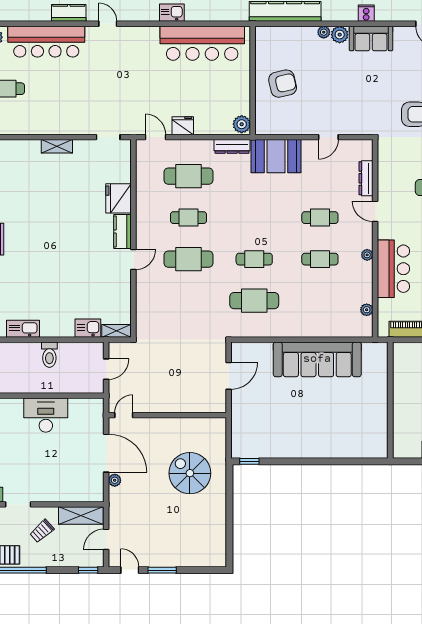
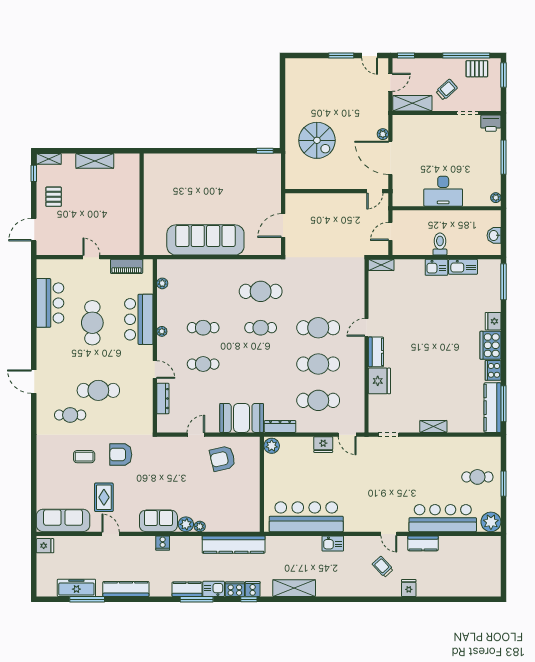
armchair: (283, 84) -> (223, 459), moved
cafe table: (188, 218) -> (318, 364), width x1.37, depth x1.35
kitchen sink: (88, 328) -> (436, 267), moved

